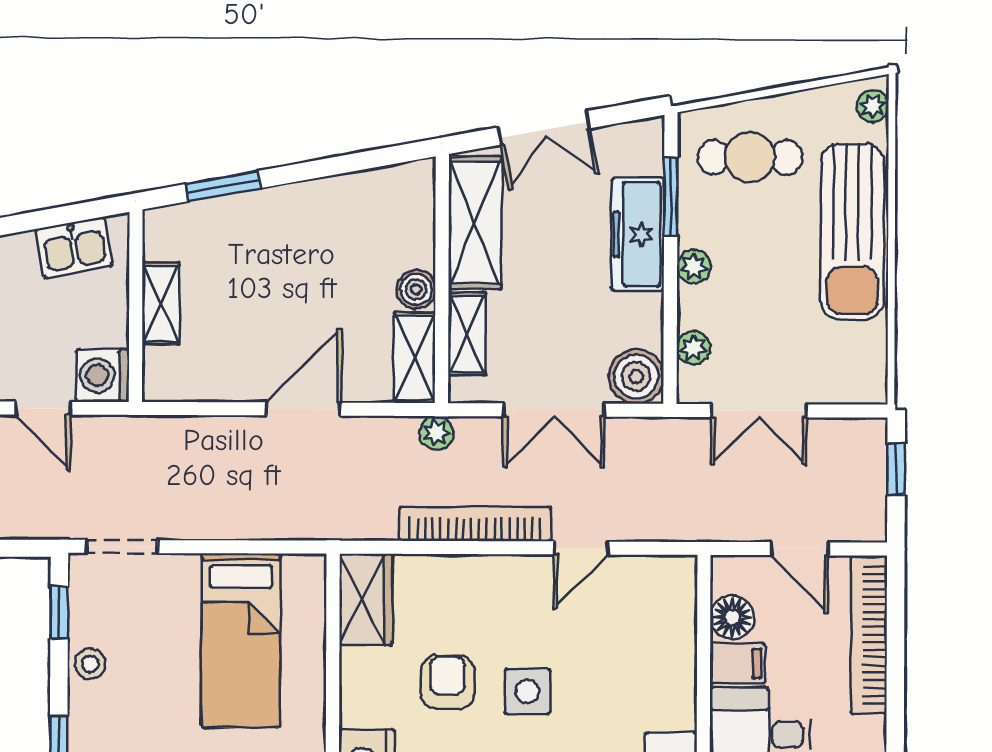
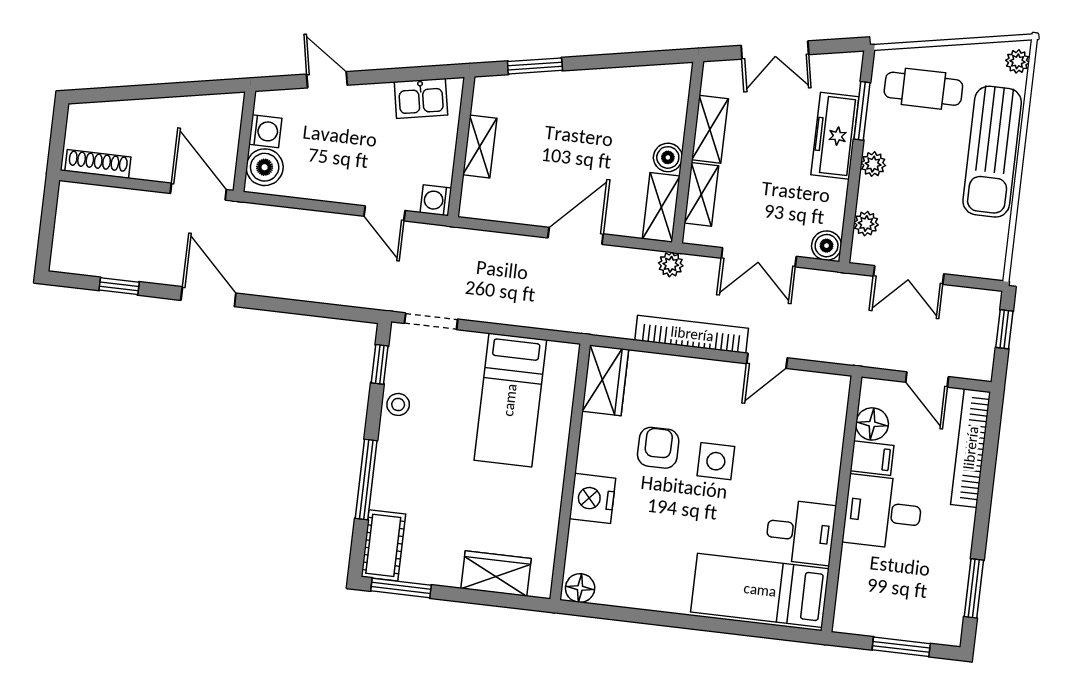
shelving: (475, 223) -> (710, 129), width x0.67, depth x0.75
washing machine: (102, 375) -> (436, 200), width x0.73, depth x0.73
boiler: (636, 376) -> (827, 246), width x0.73, depth x0.73

